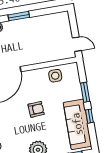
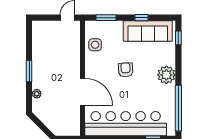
window: (85, 92) -> (106, 18), moved

